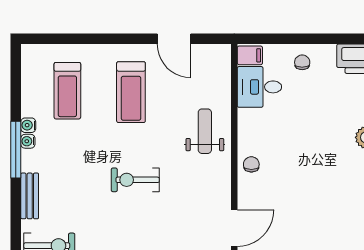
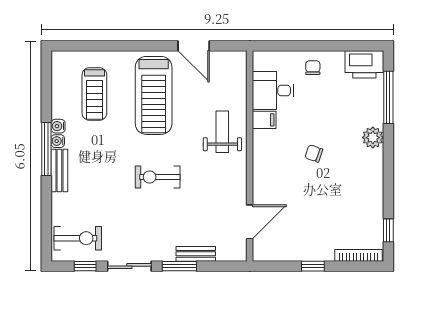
filing cabinet: (250, 55) -> (264, 120), moved
treadmill: (131, 92) -> (154, 95), width x1.37, depth x1.38
chair: (251, 164) -> (314, 153), moved, turned -71
bench: (30, 196) -> (59, 171), moved

